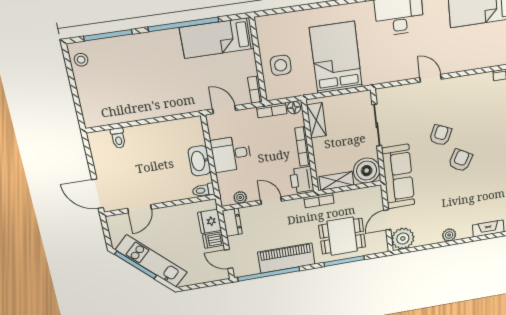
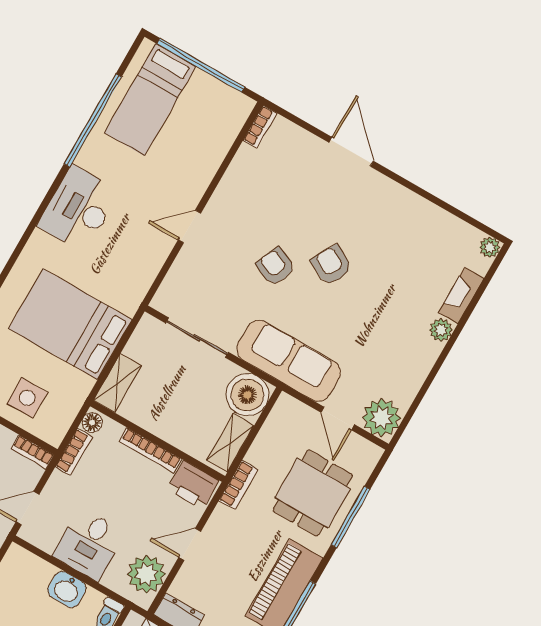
shelving: (316, 120) -> (117, 383), moved, turned 90
washbasin: (199, 161) -> (67, 589), width x0.72
plant: (240, 197) -> (146, 574), width x1.87, depth x1.87
plant: (449, 235) -> (441, 330), moved

